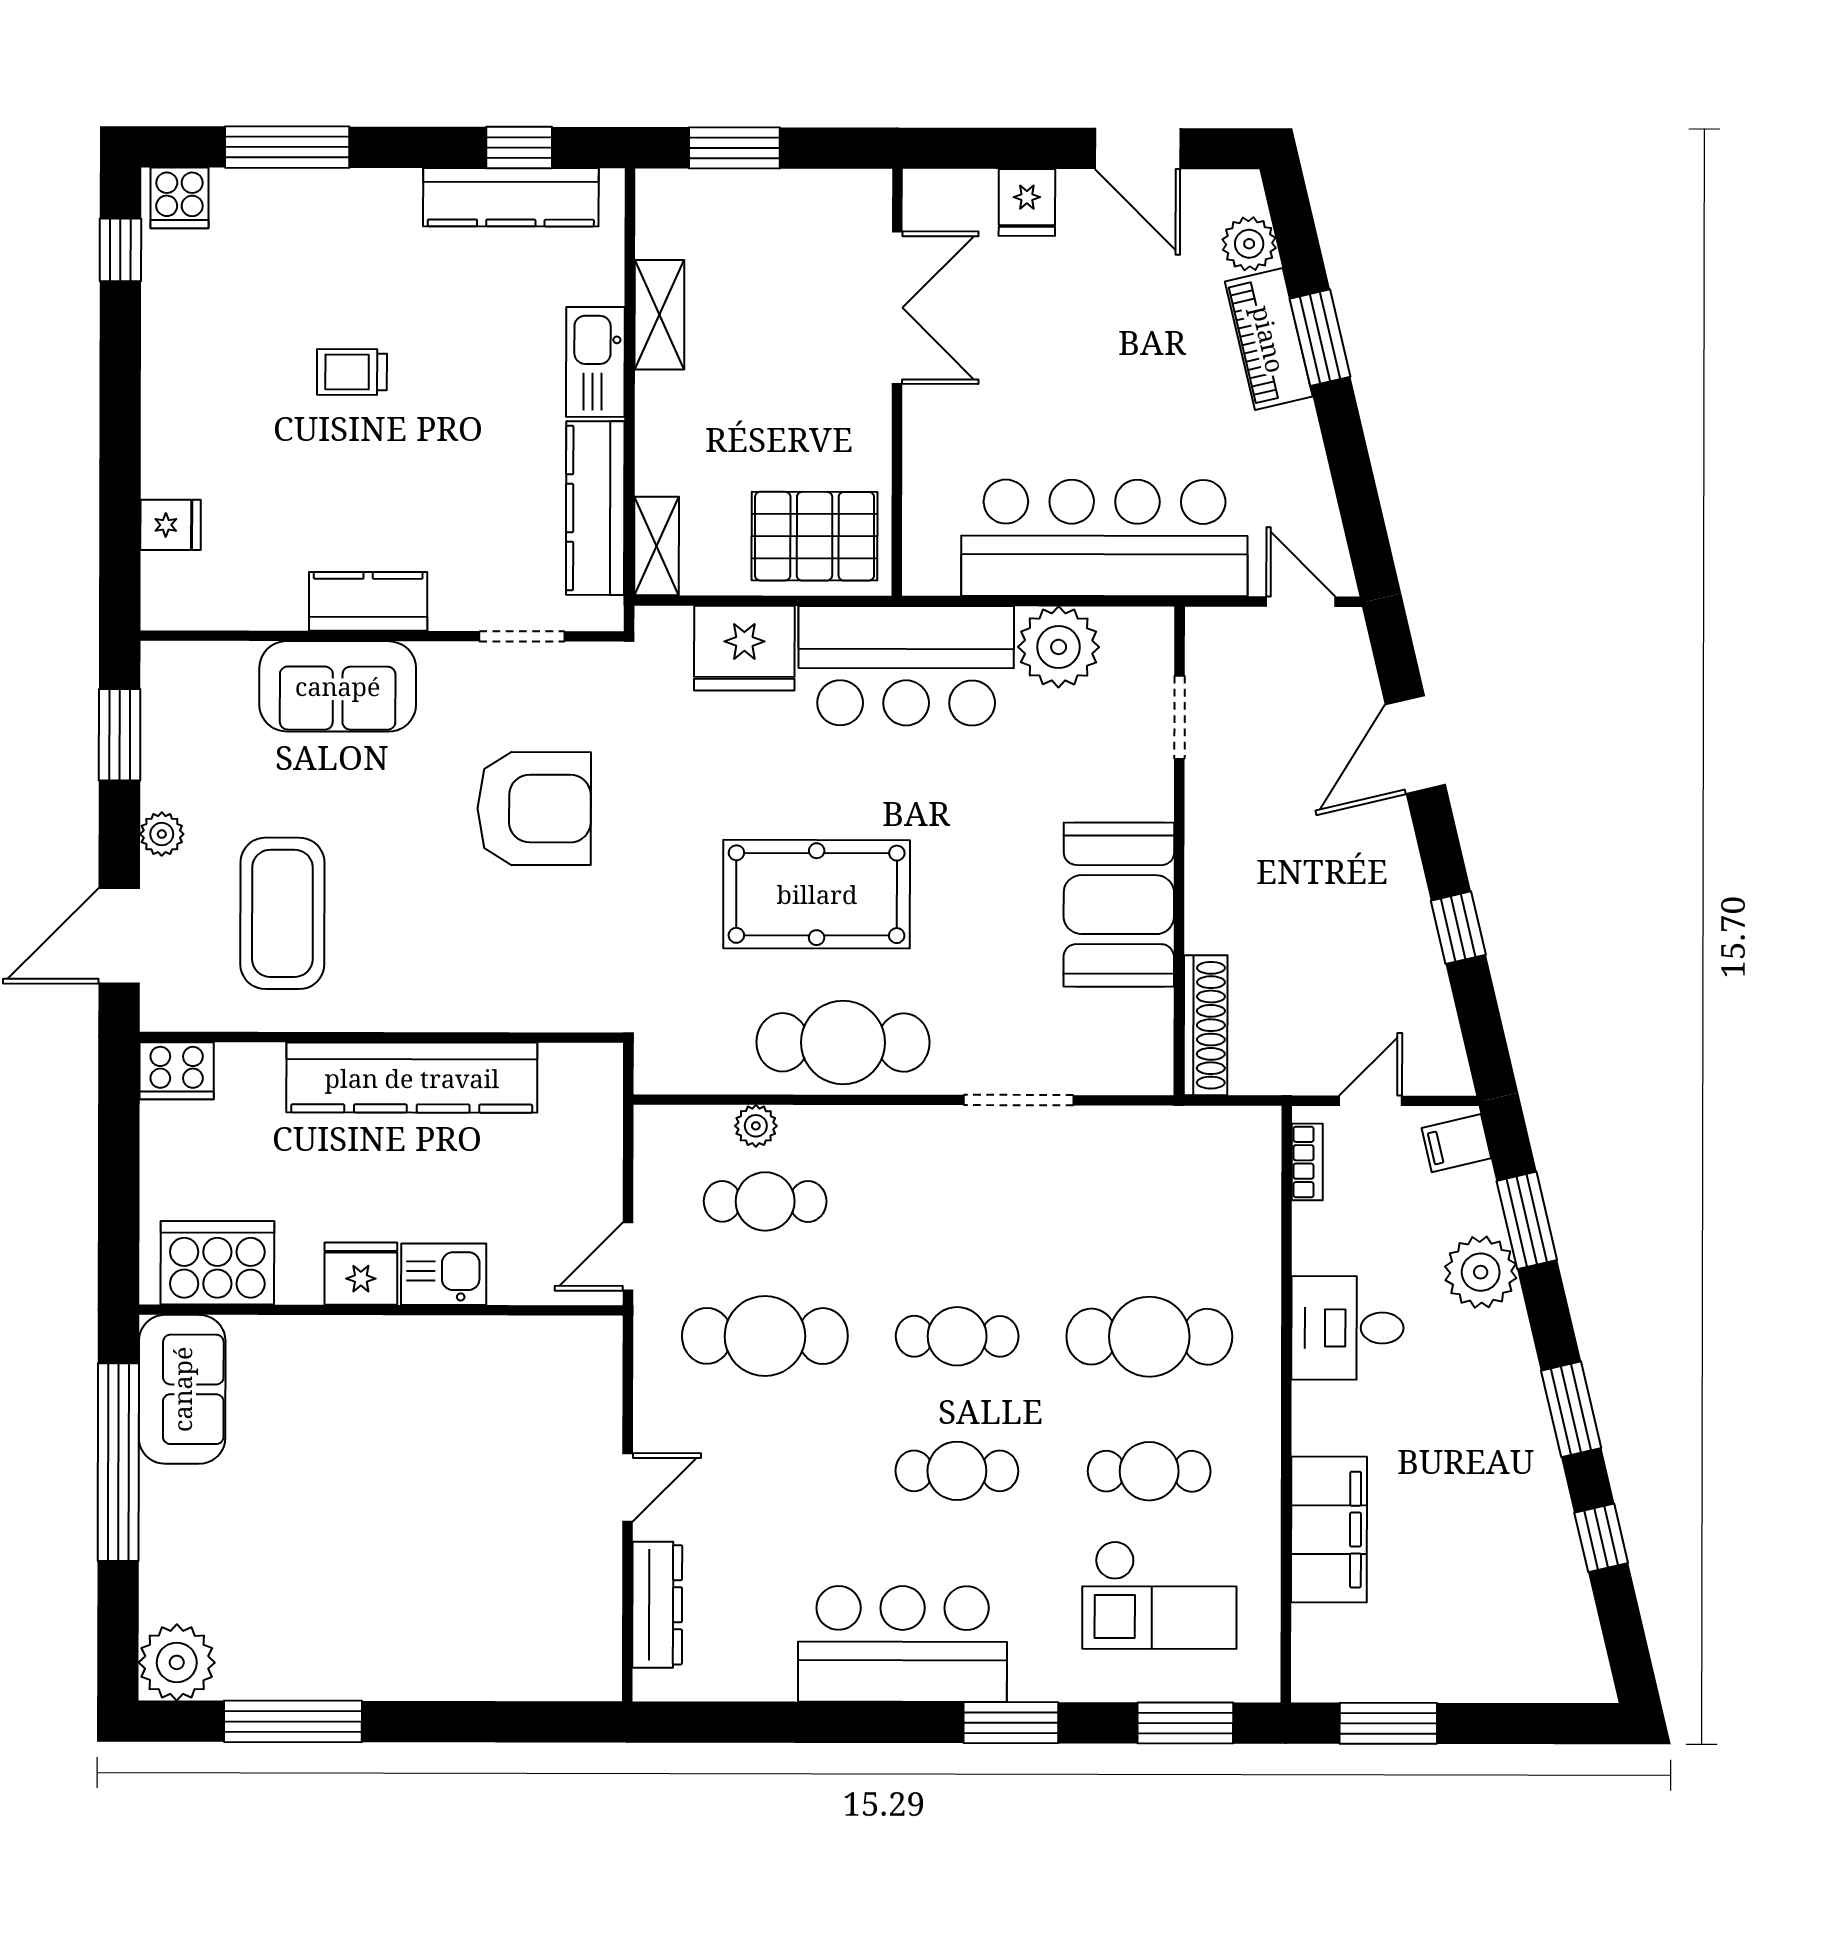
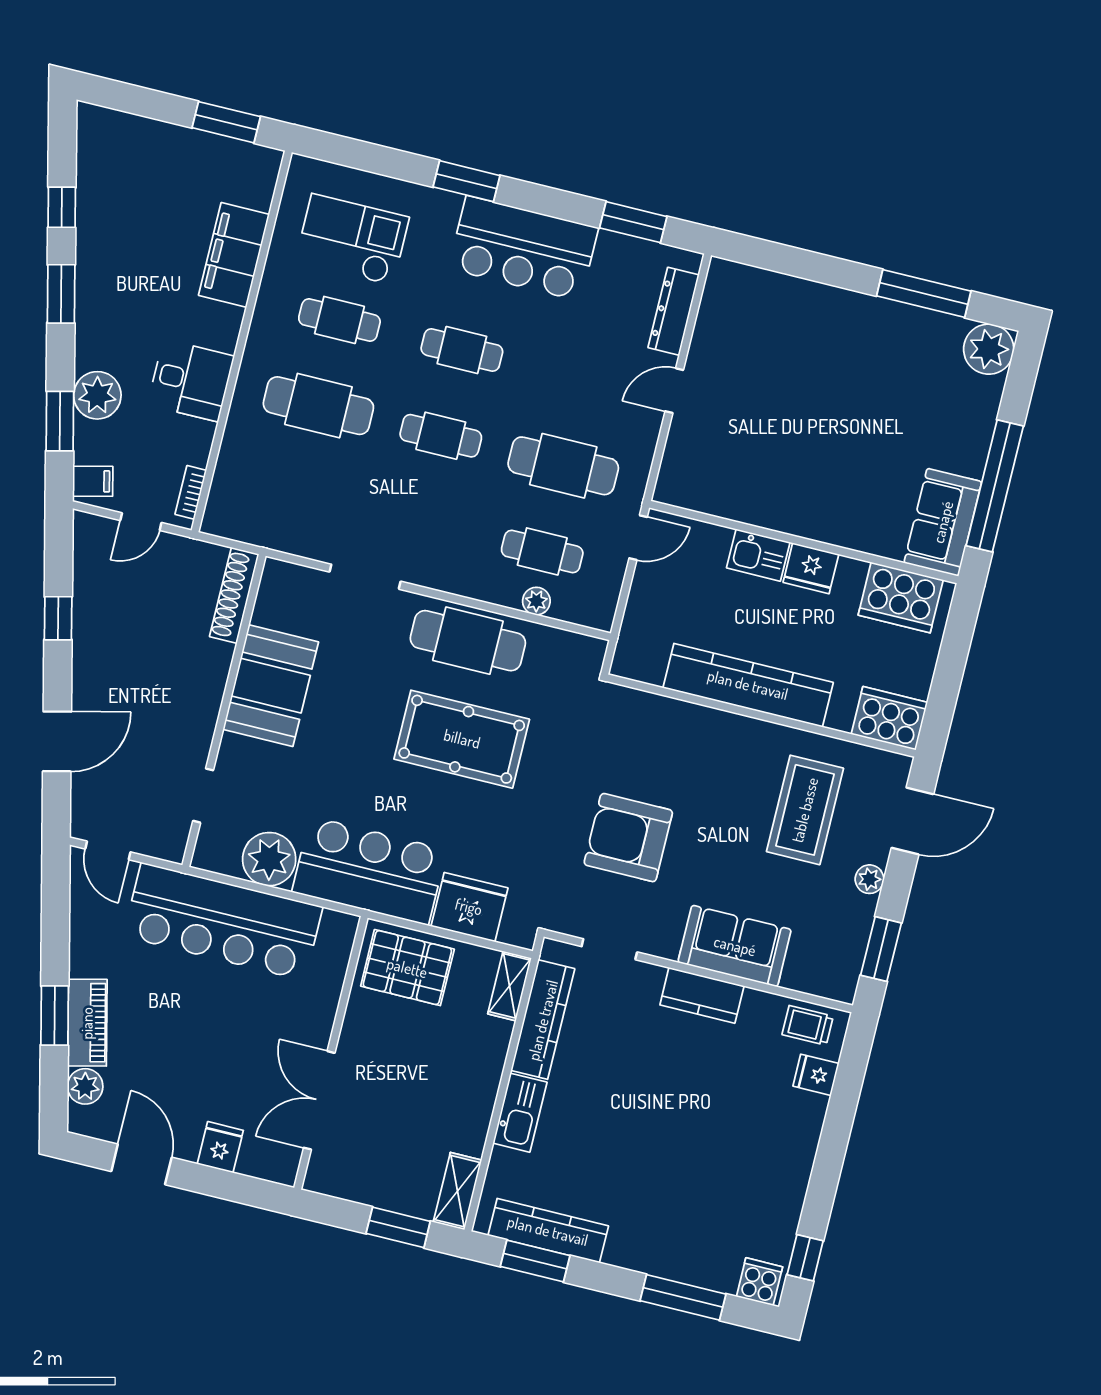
window: (519, 147) -> (535, 1261), width x1.50
shelving: (659, 315) -> (457, 1191), moved
trolley: (352, 372) -> (808, 1025), moved, turned 180
cooker: (177, 1071) -> (889, 718), width x1.37, depth x1.31
window: (1185, 1723) -> (633, 222), moved

